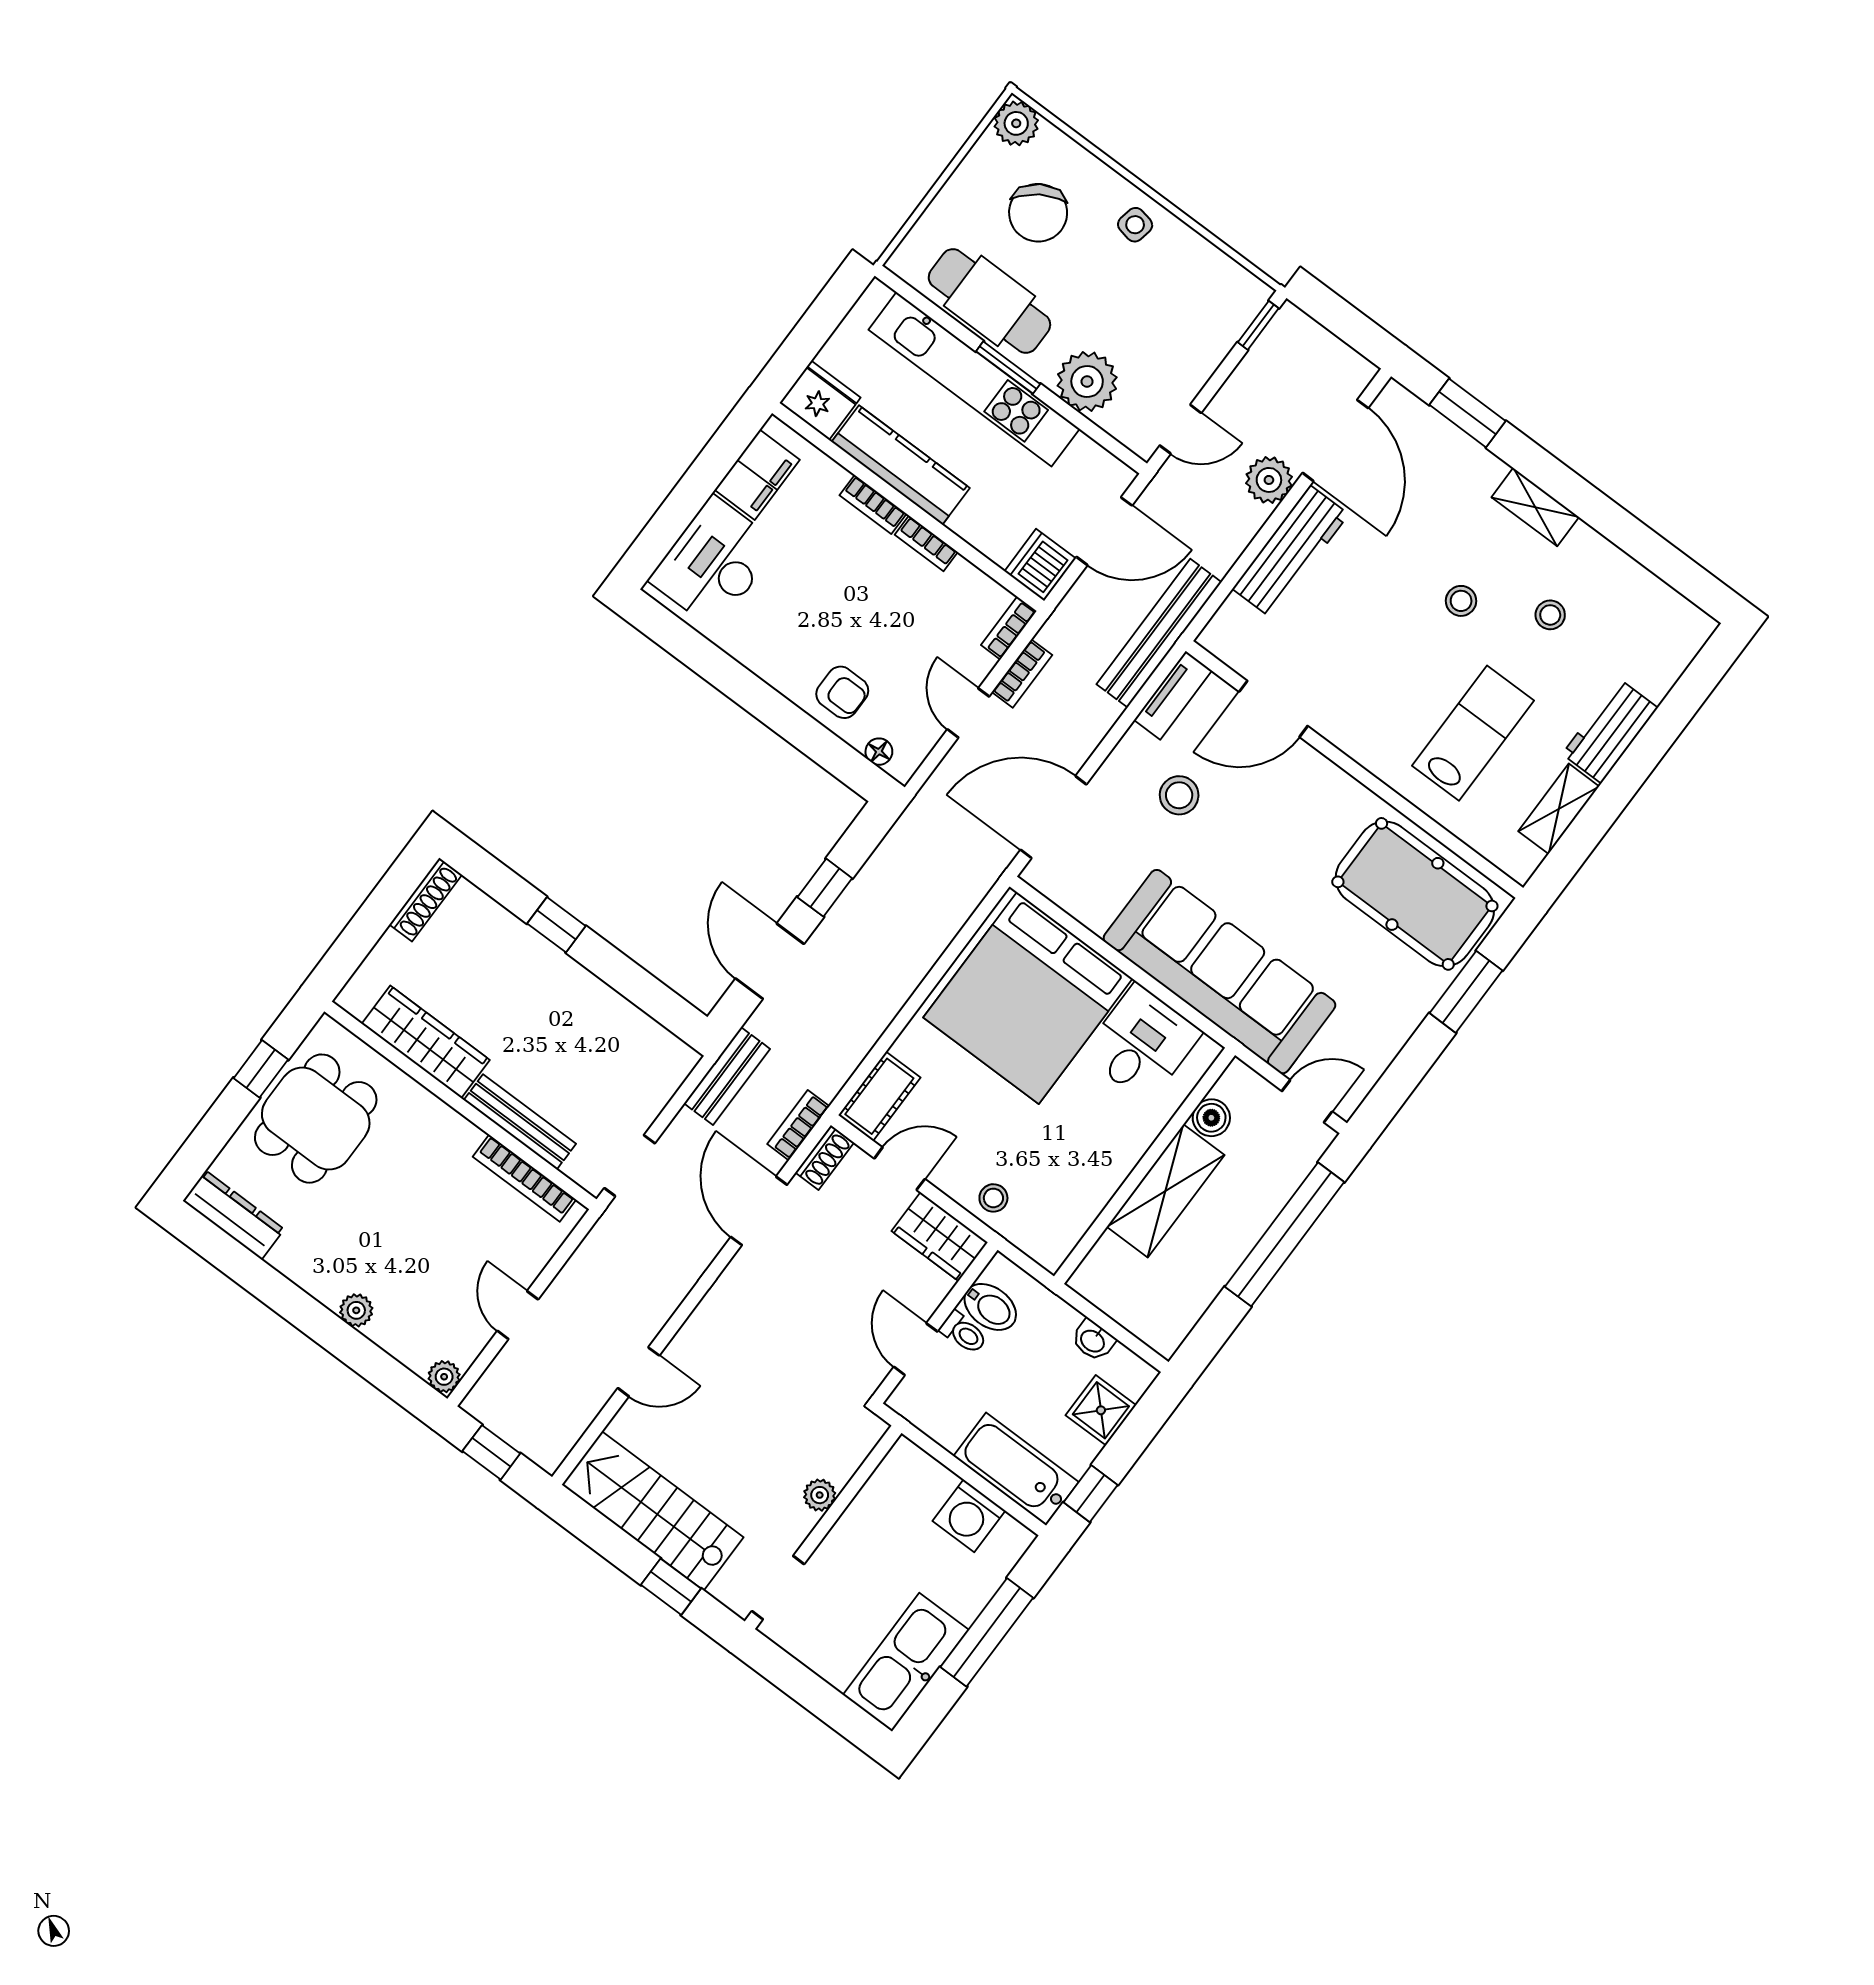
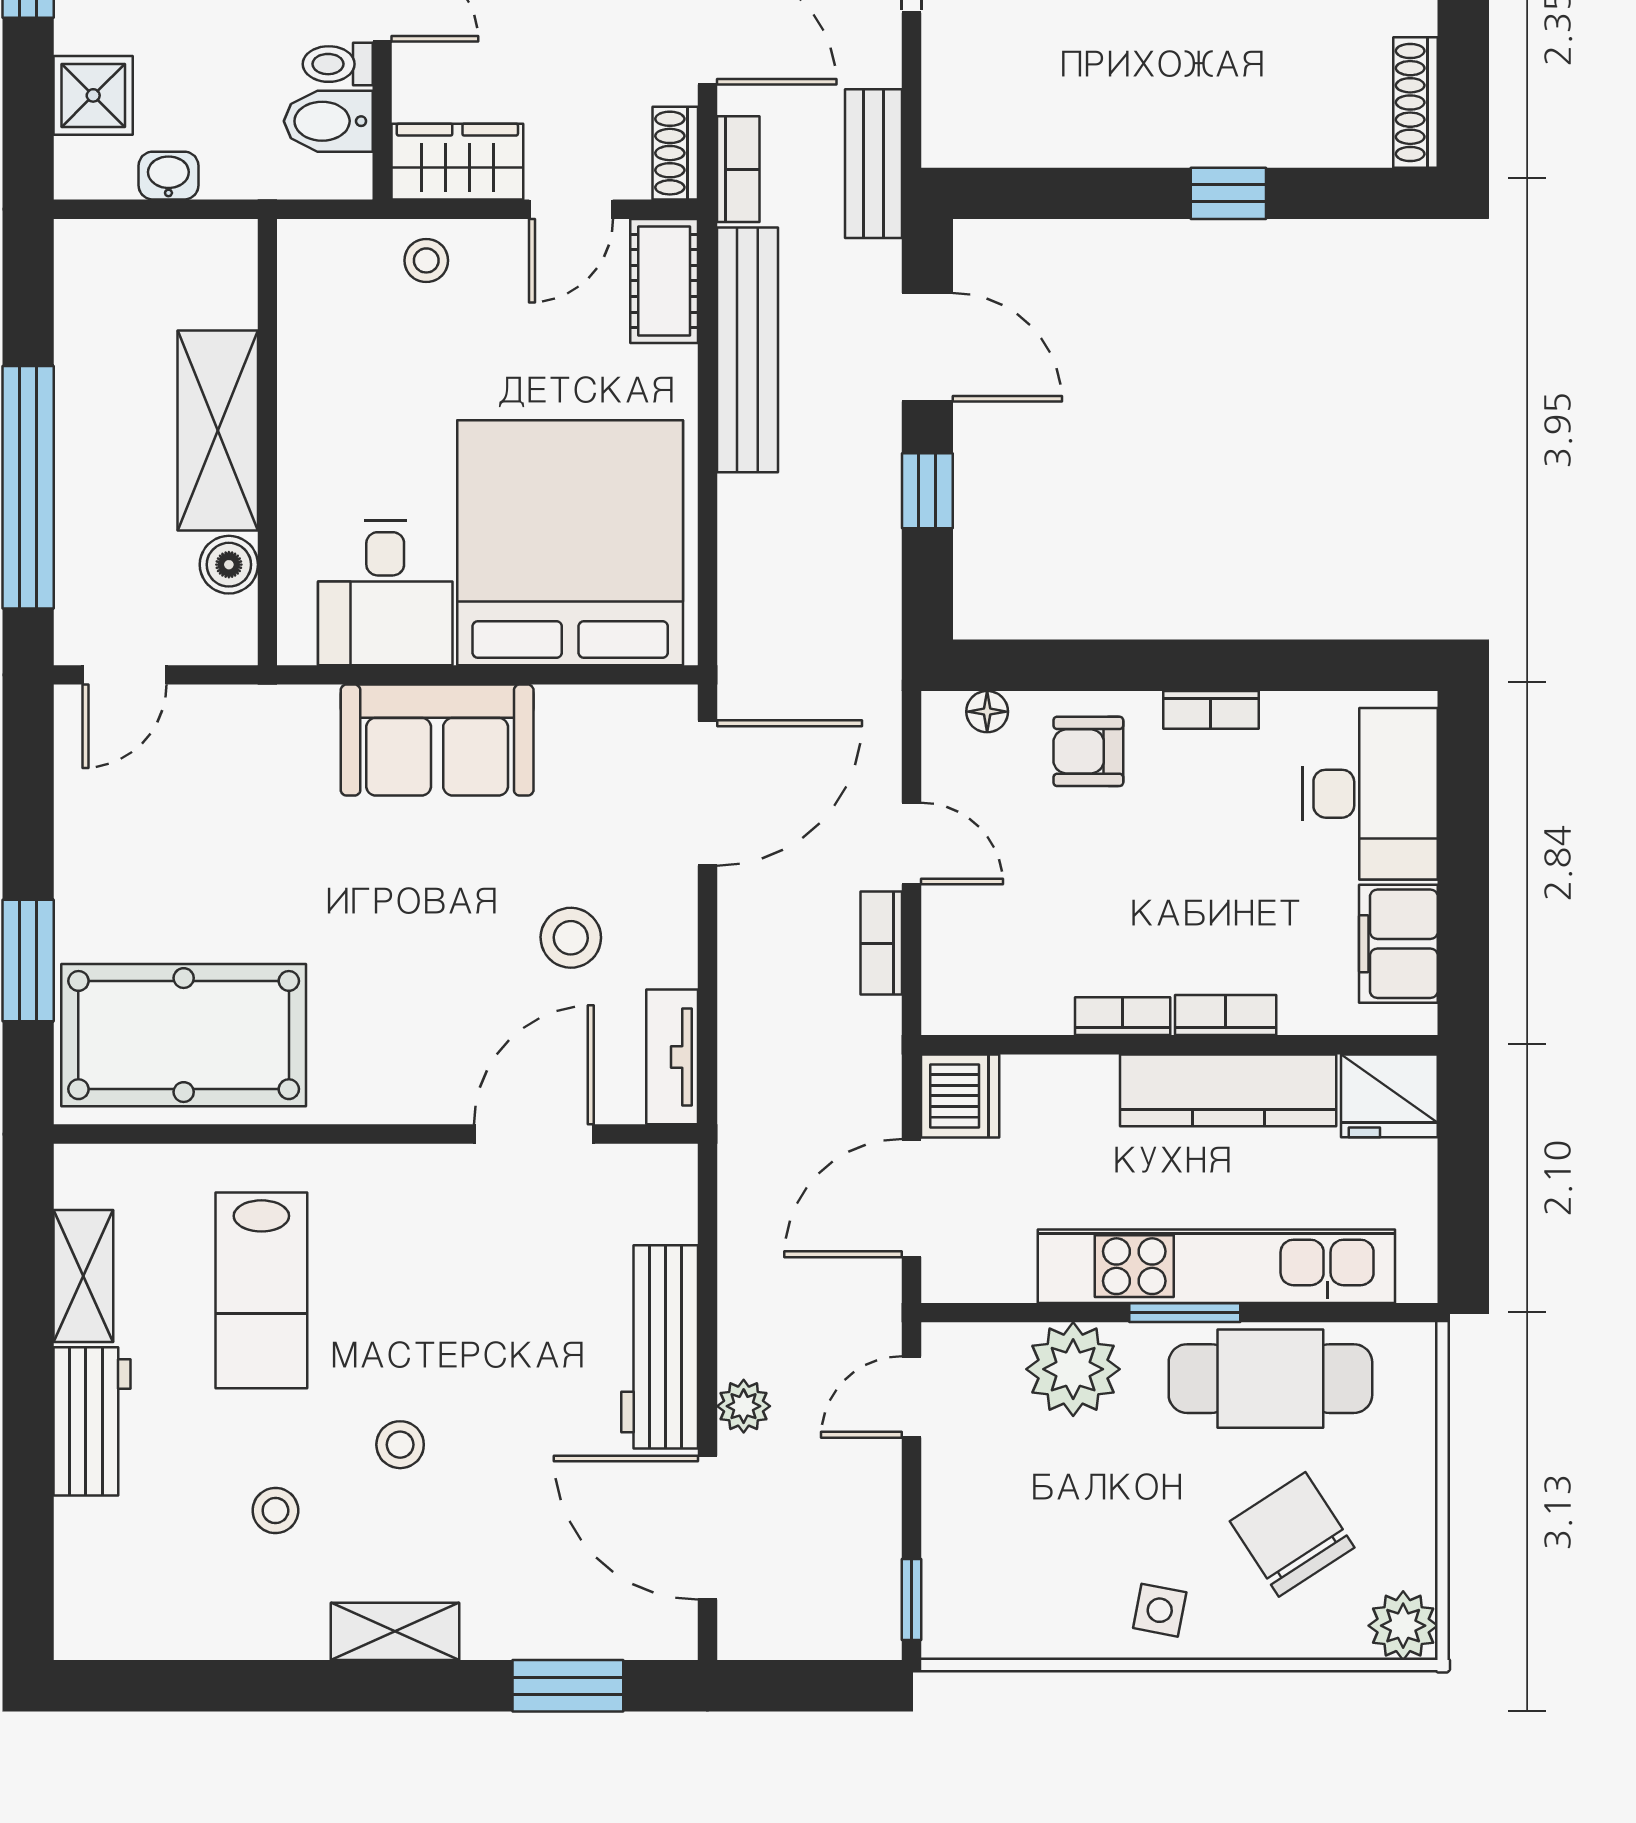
plant: (1269, 480) -> (744, 1406), width x0.73, depth x0.73
bookcase: (1009, 628) -> (1211, 710), moved, turned 90
bench: (1159, 633) -> (747, 350), moved
sofa: (1220, 972) -> (437, 740), width x0.54, depth x0.79

